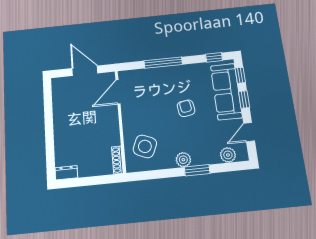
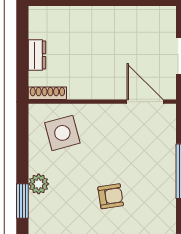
side table: (145, 146) -> (62, 133), turned -38
dresser: (66, 173) -> (37, 55), moved

